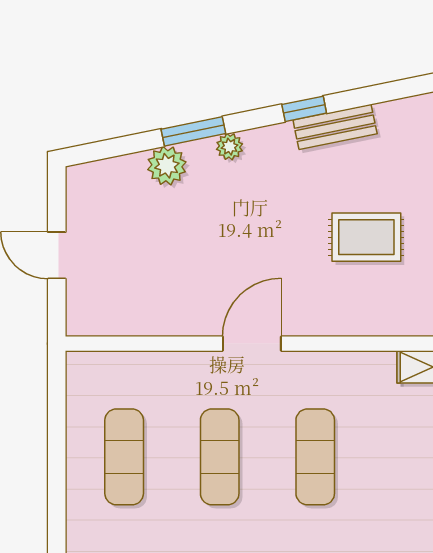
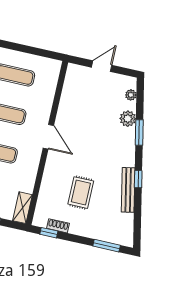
bench: (335, 127) -> (128, 190), width x1.36
plant: (230, 147) -> (131, 95), moved

